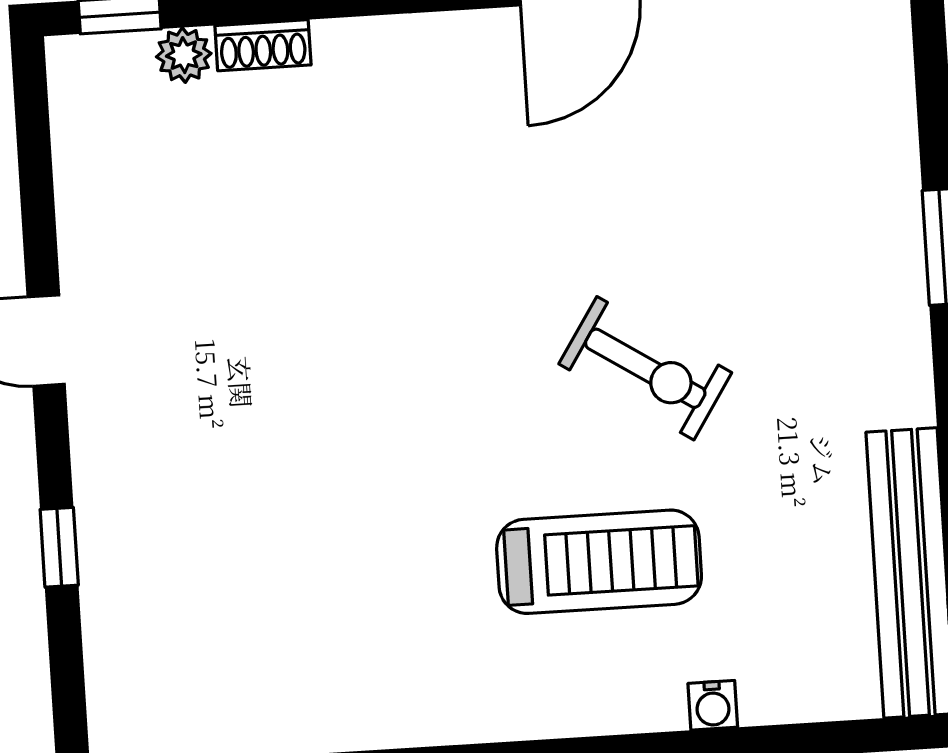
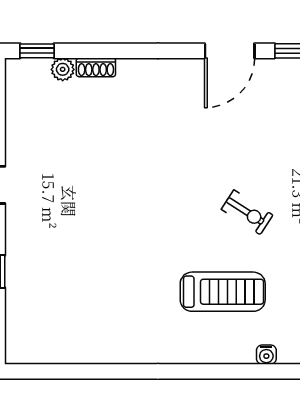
exercise bike: (645, 368) -> (247, 212), width x0.73, depth x0.72

